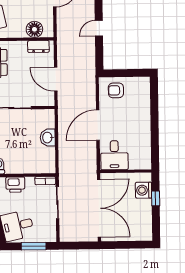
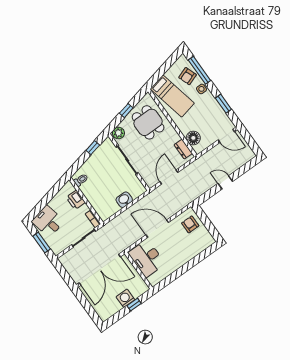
desk: (114, 155) -> (147, 258), width x1.37
washing machine: (144, 190) -> (125, 298), moved

